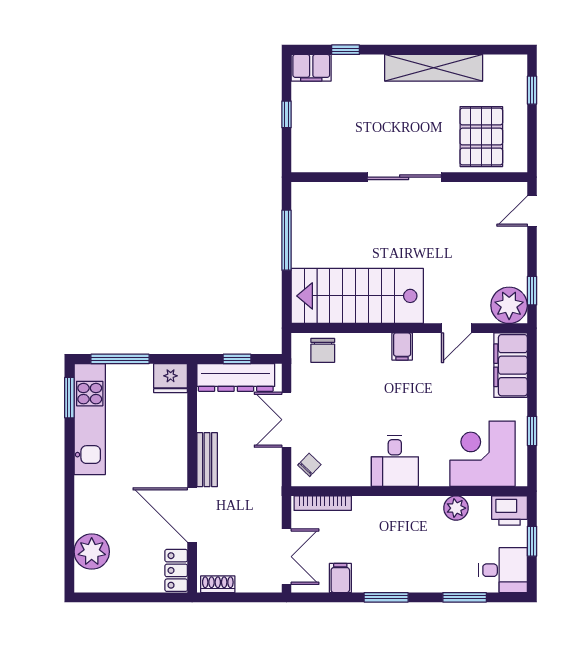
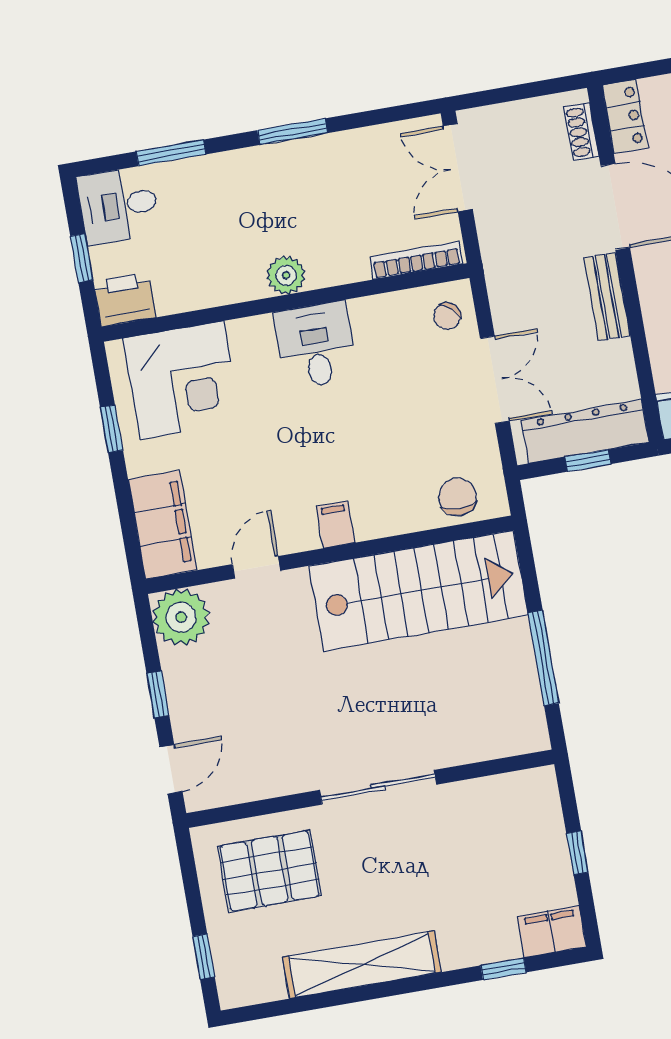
pallet: (481, 137) -> (270, 871), turned 90
window: (532, 291) -> (158, 694), moved
plant: (456, 508) -> (286, 275), moved
filing cabinet: (340, 578) -> (369, 149), removed
shoe rack: (218, 584) -> (581, 132), moved, turned 90

